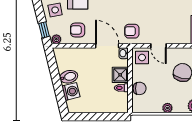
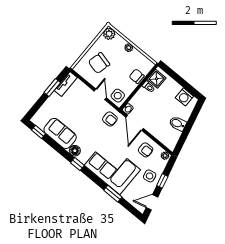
window: (44, 30) -> (162, 181), moved
shower: (120, 75) -> (157, 79), moved
washing machine: (71, 91) -> (184, 97), moved, turned -76

